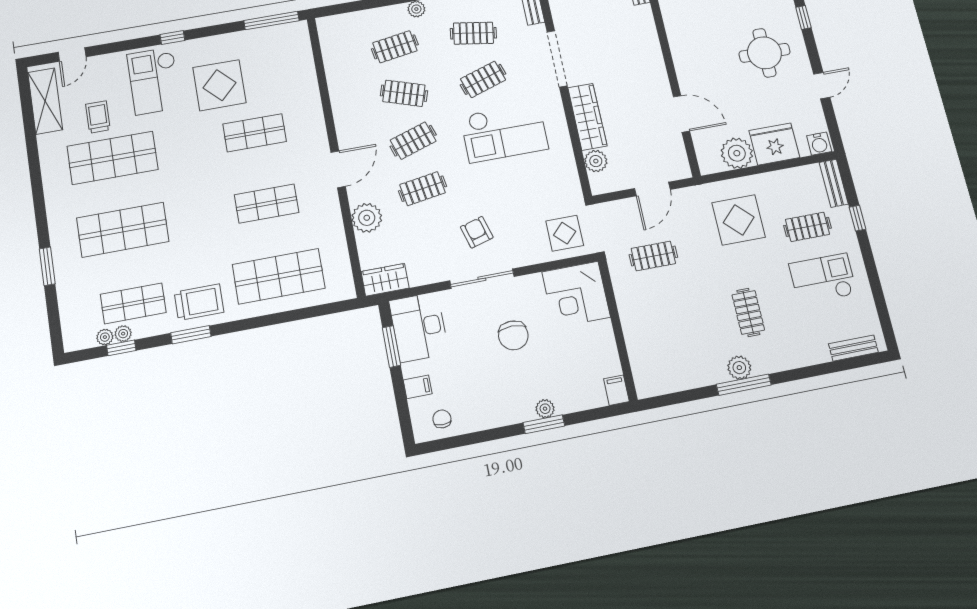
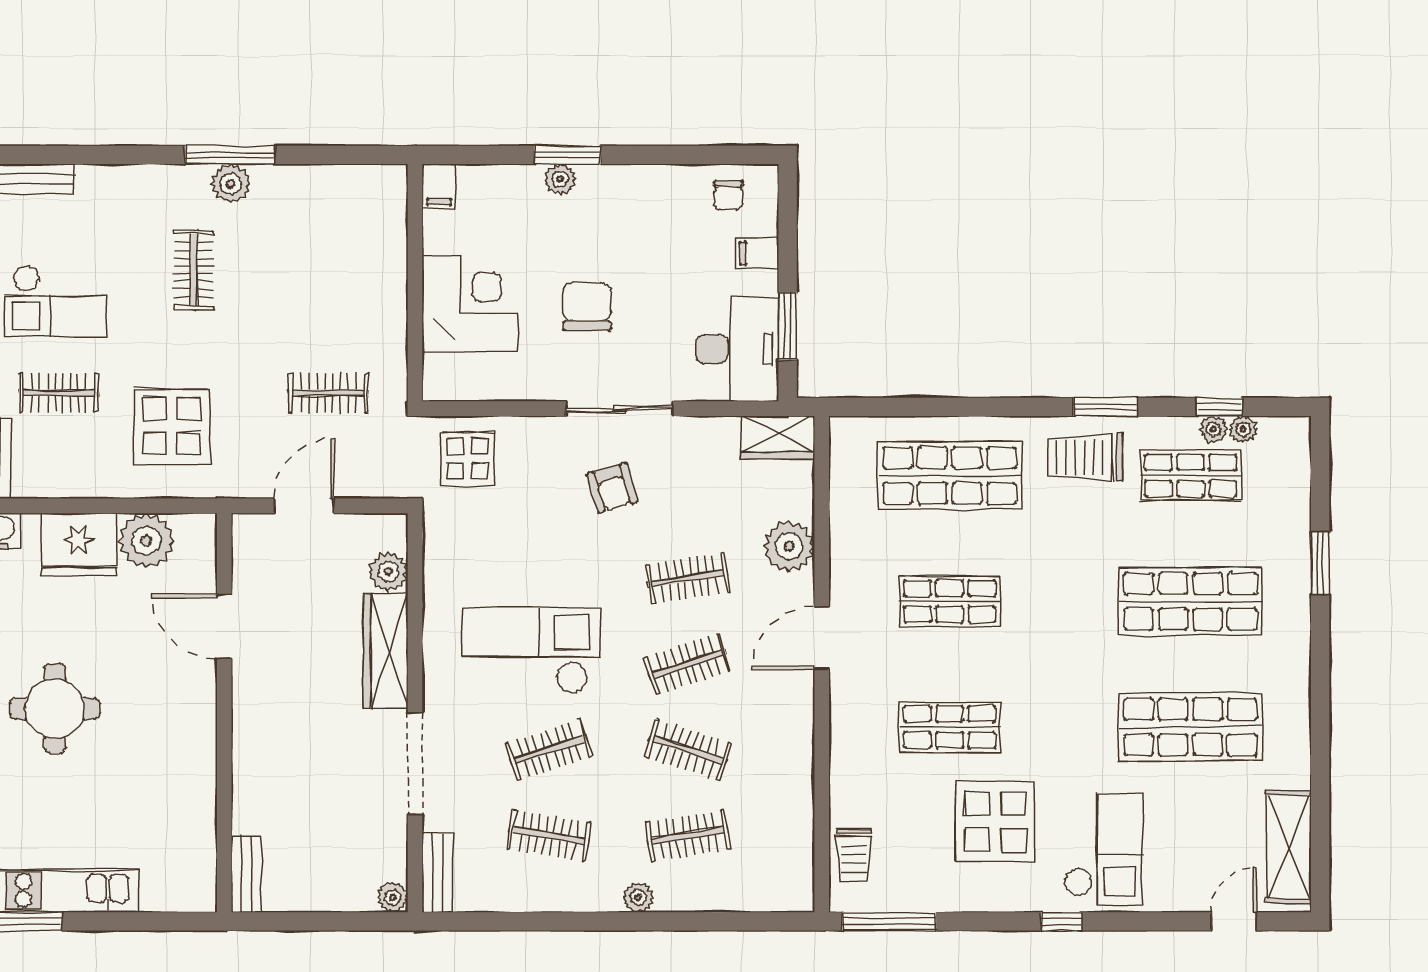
trolley: (98, 117) -> (854, 855), moved
corner desk: (576, 294) -> (470, 303), moved

